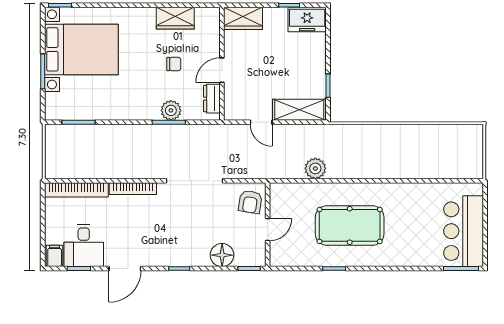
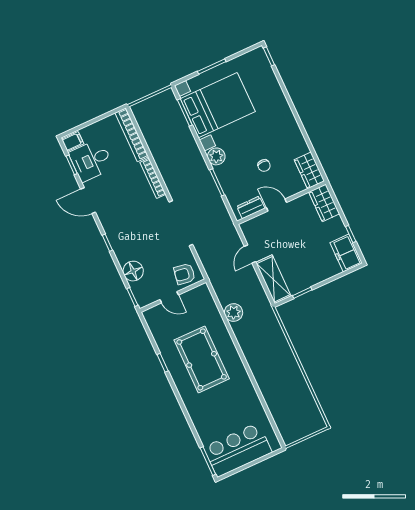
wardrobe: (175, 18) -> (309, 170), moved
bed with nightstands: (81, 49) -> (218, 105), moved, turned -90
plant: (171, 110) -> (216, 156), moved

